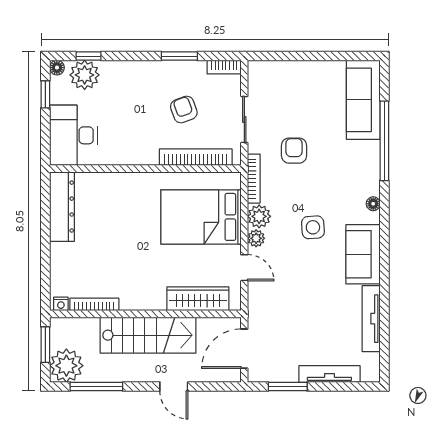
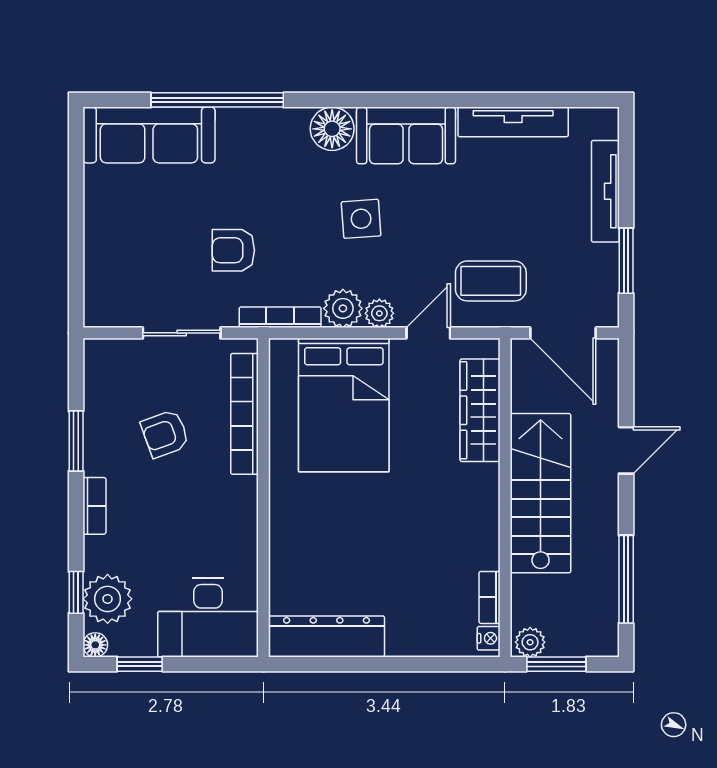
bookcase: (224, 67) -> (94, 506), moved
floor lamp: (373, 204) -> (332, 129), width x1.89, depth x1.89
bookcase: (94, 304) -> (489, 597), width x0.64
coffee table: (276, 305) -> (491, 281), added
plant: (66, 366) -> (530, 642), moved, width x0.53, depth x0.53

